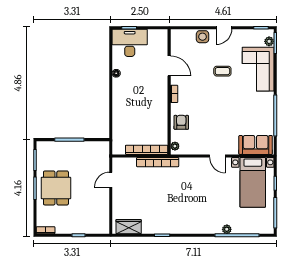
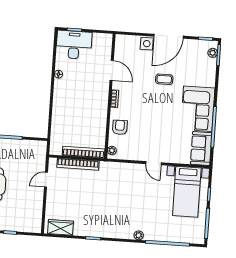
door: (224, 28) -> (169, 36), width x1.88
corner sofa: (258, 69) -> (198, 109), moved
sofa: (256, 145) -> (201, 148), moved, turned -90
bookcase: (158, 162) -> (78, 164), moved
plant: (227, 229) -> (139, 235), moved

